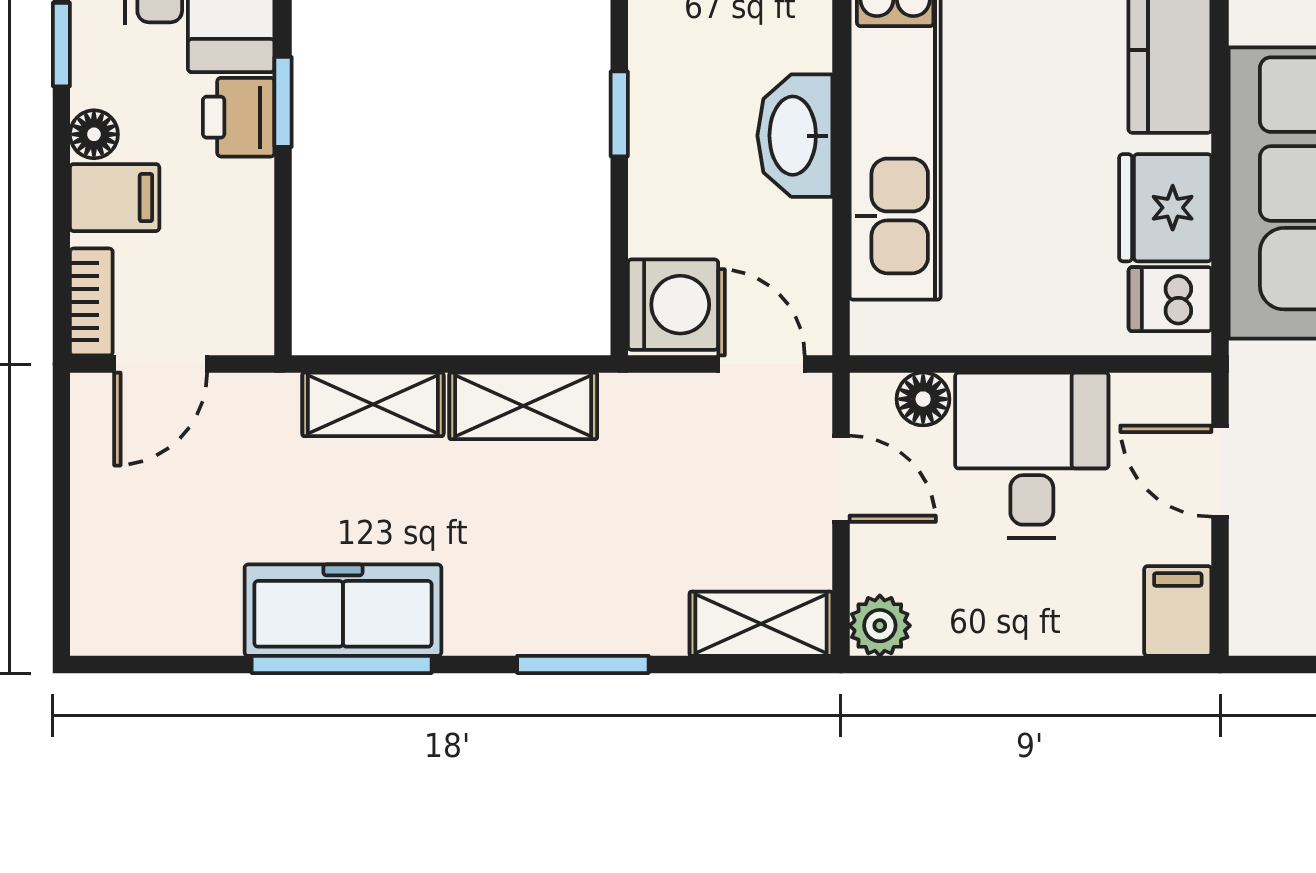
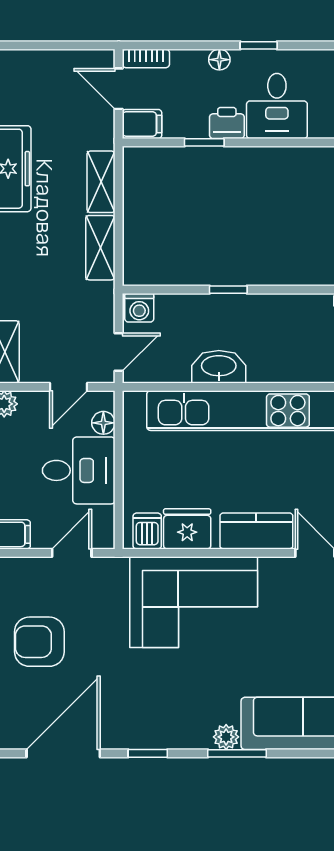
window: (283, 102) -> (204, 142), moved
filing cabinet: (115, 198) -> (142, 124), moved, turned -90
washing machine: (673, 305) -> (139, 308), width x0.73, depth x0.73

